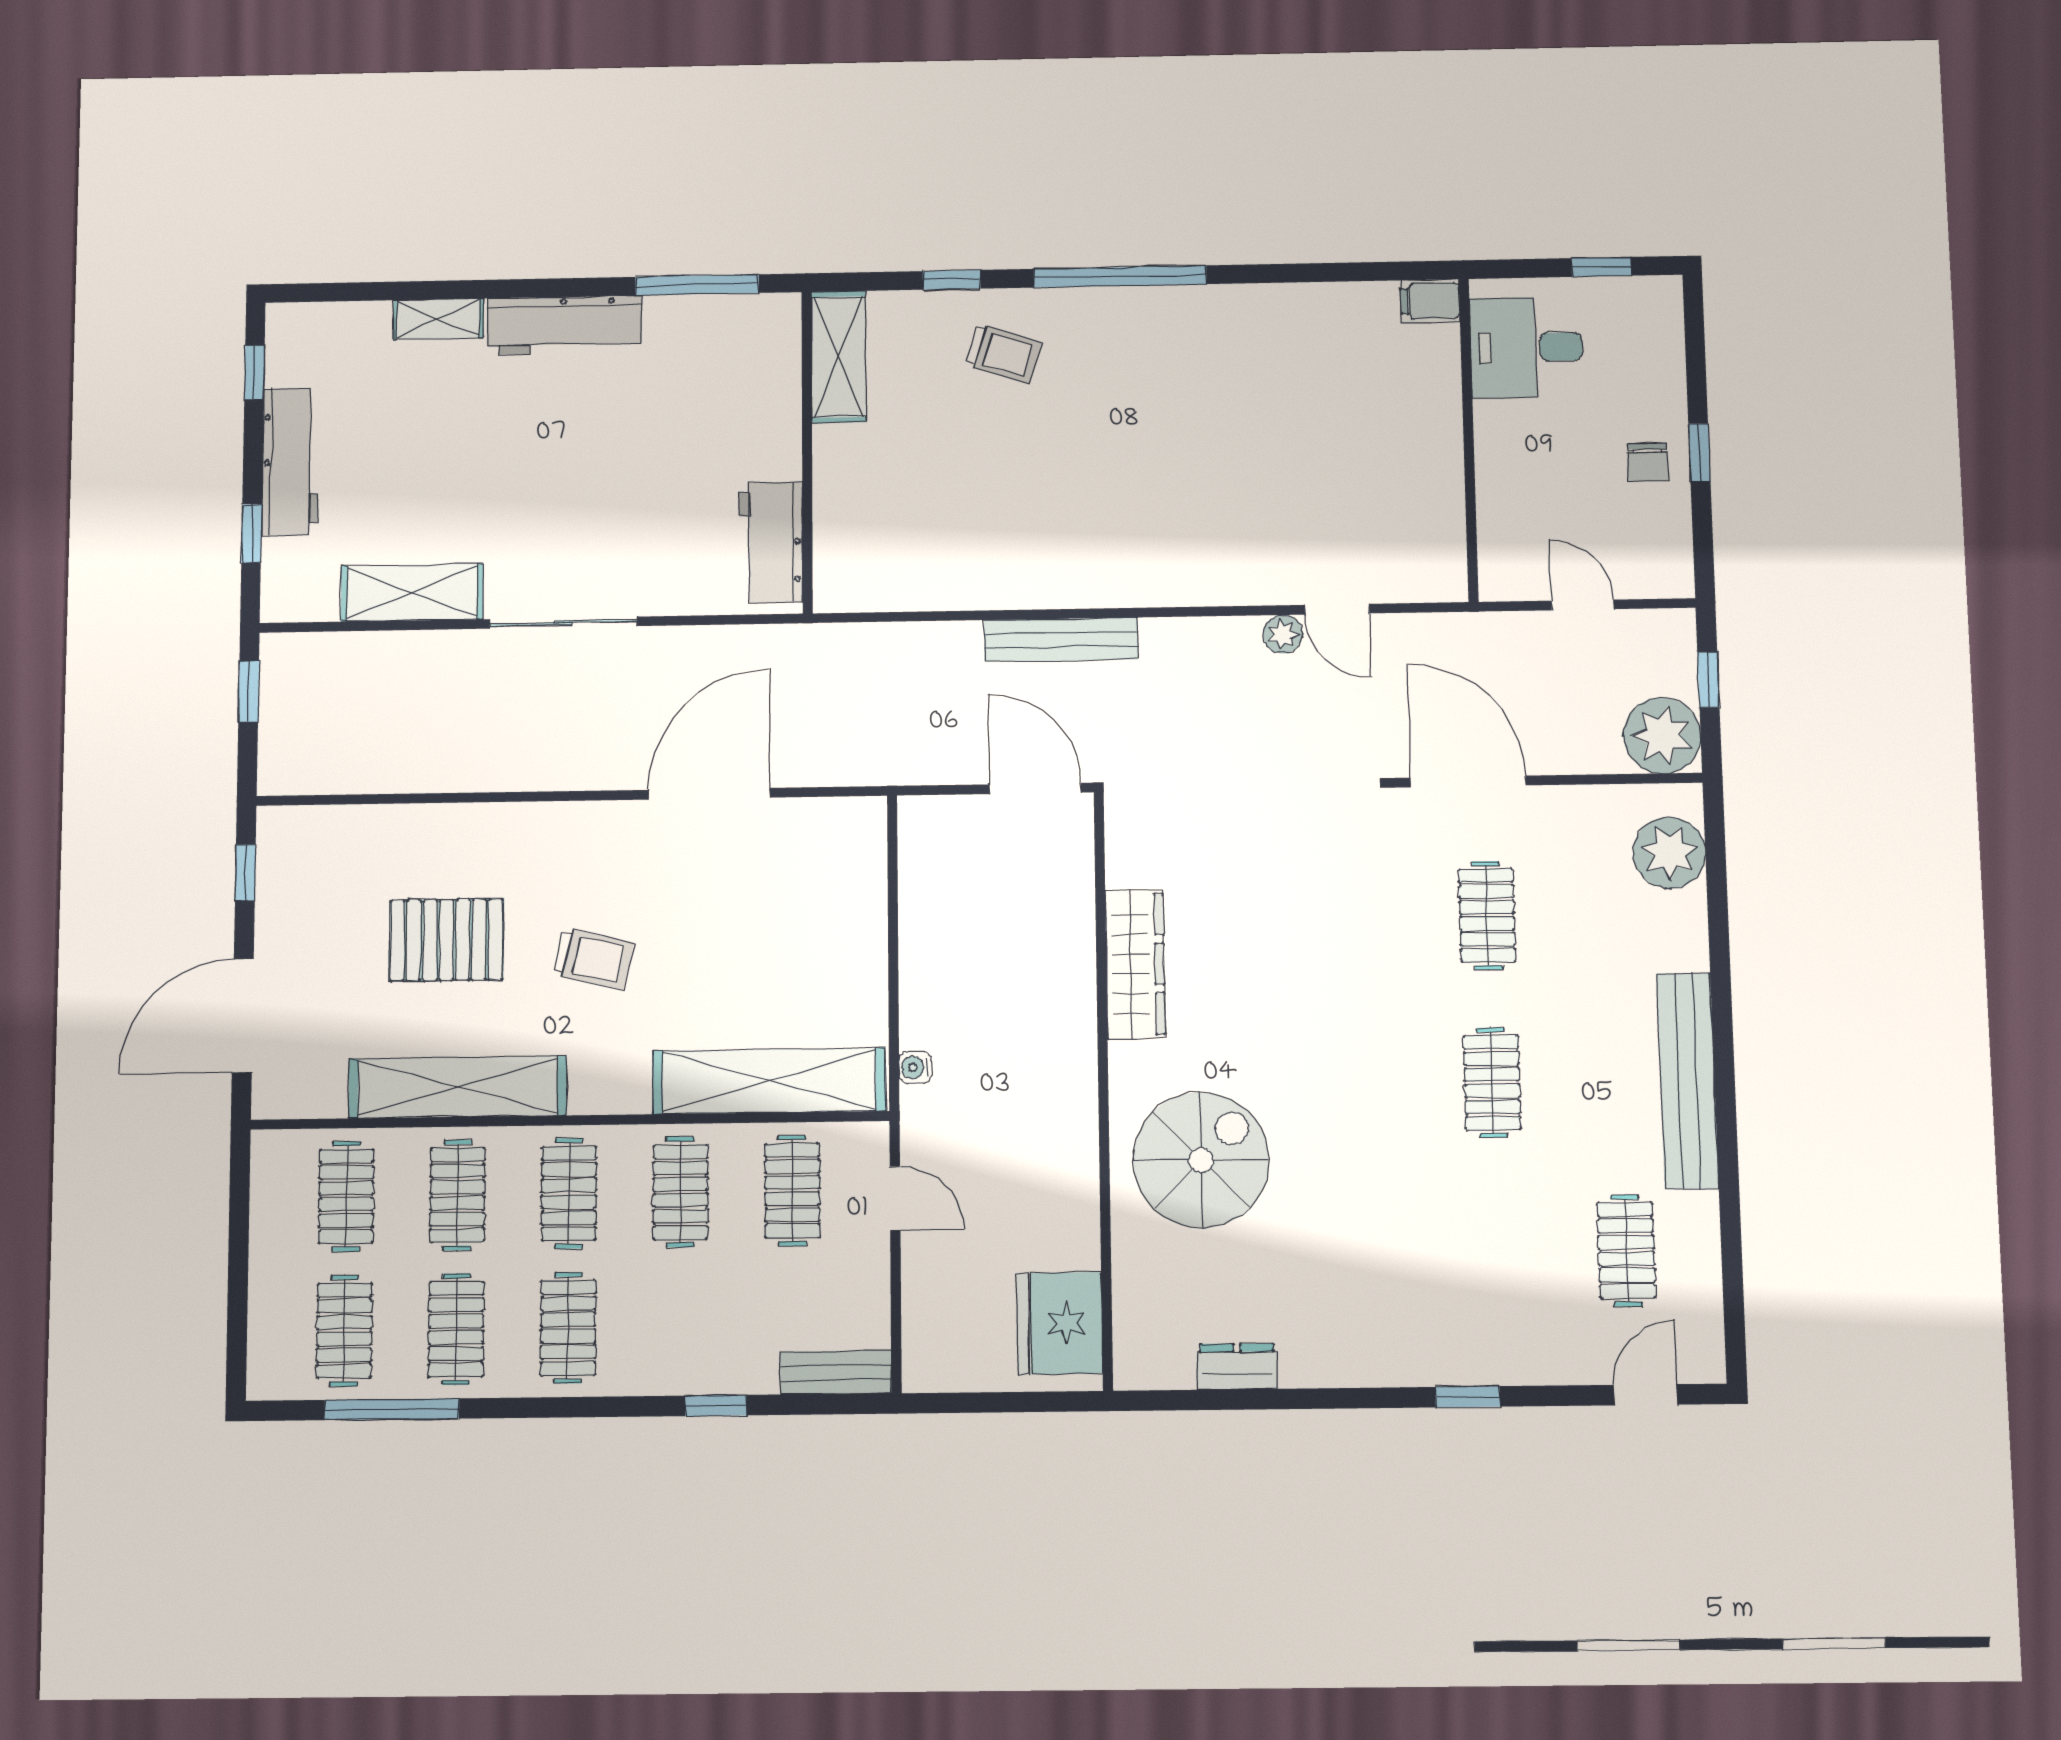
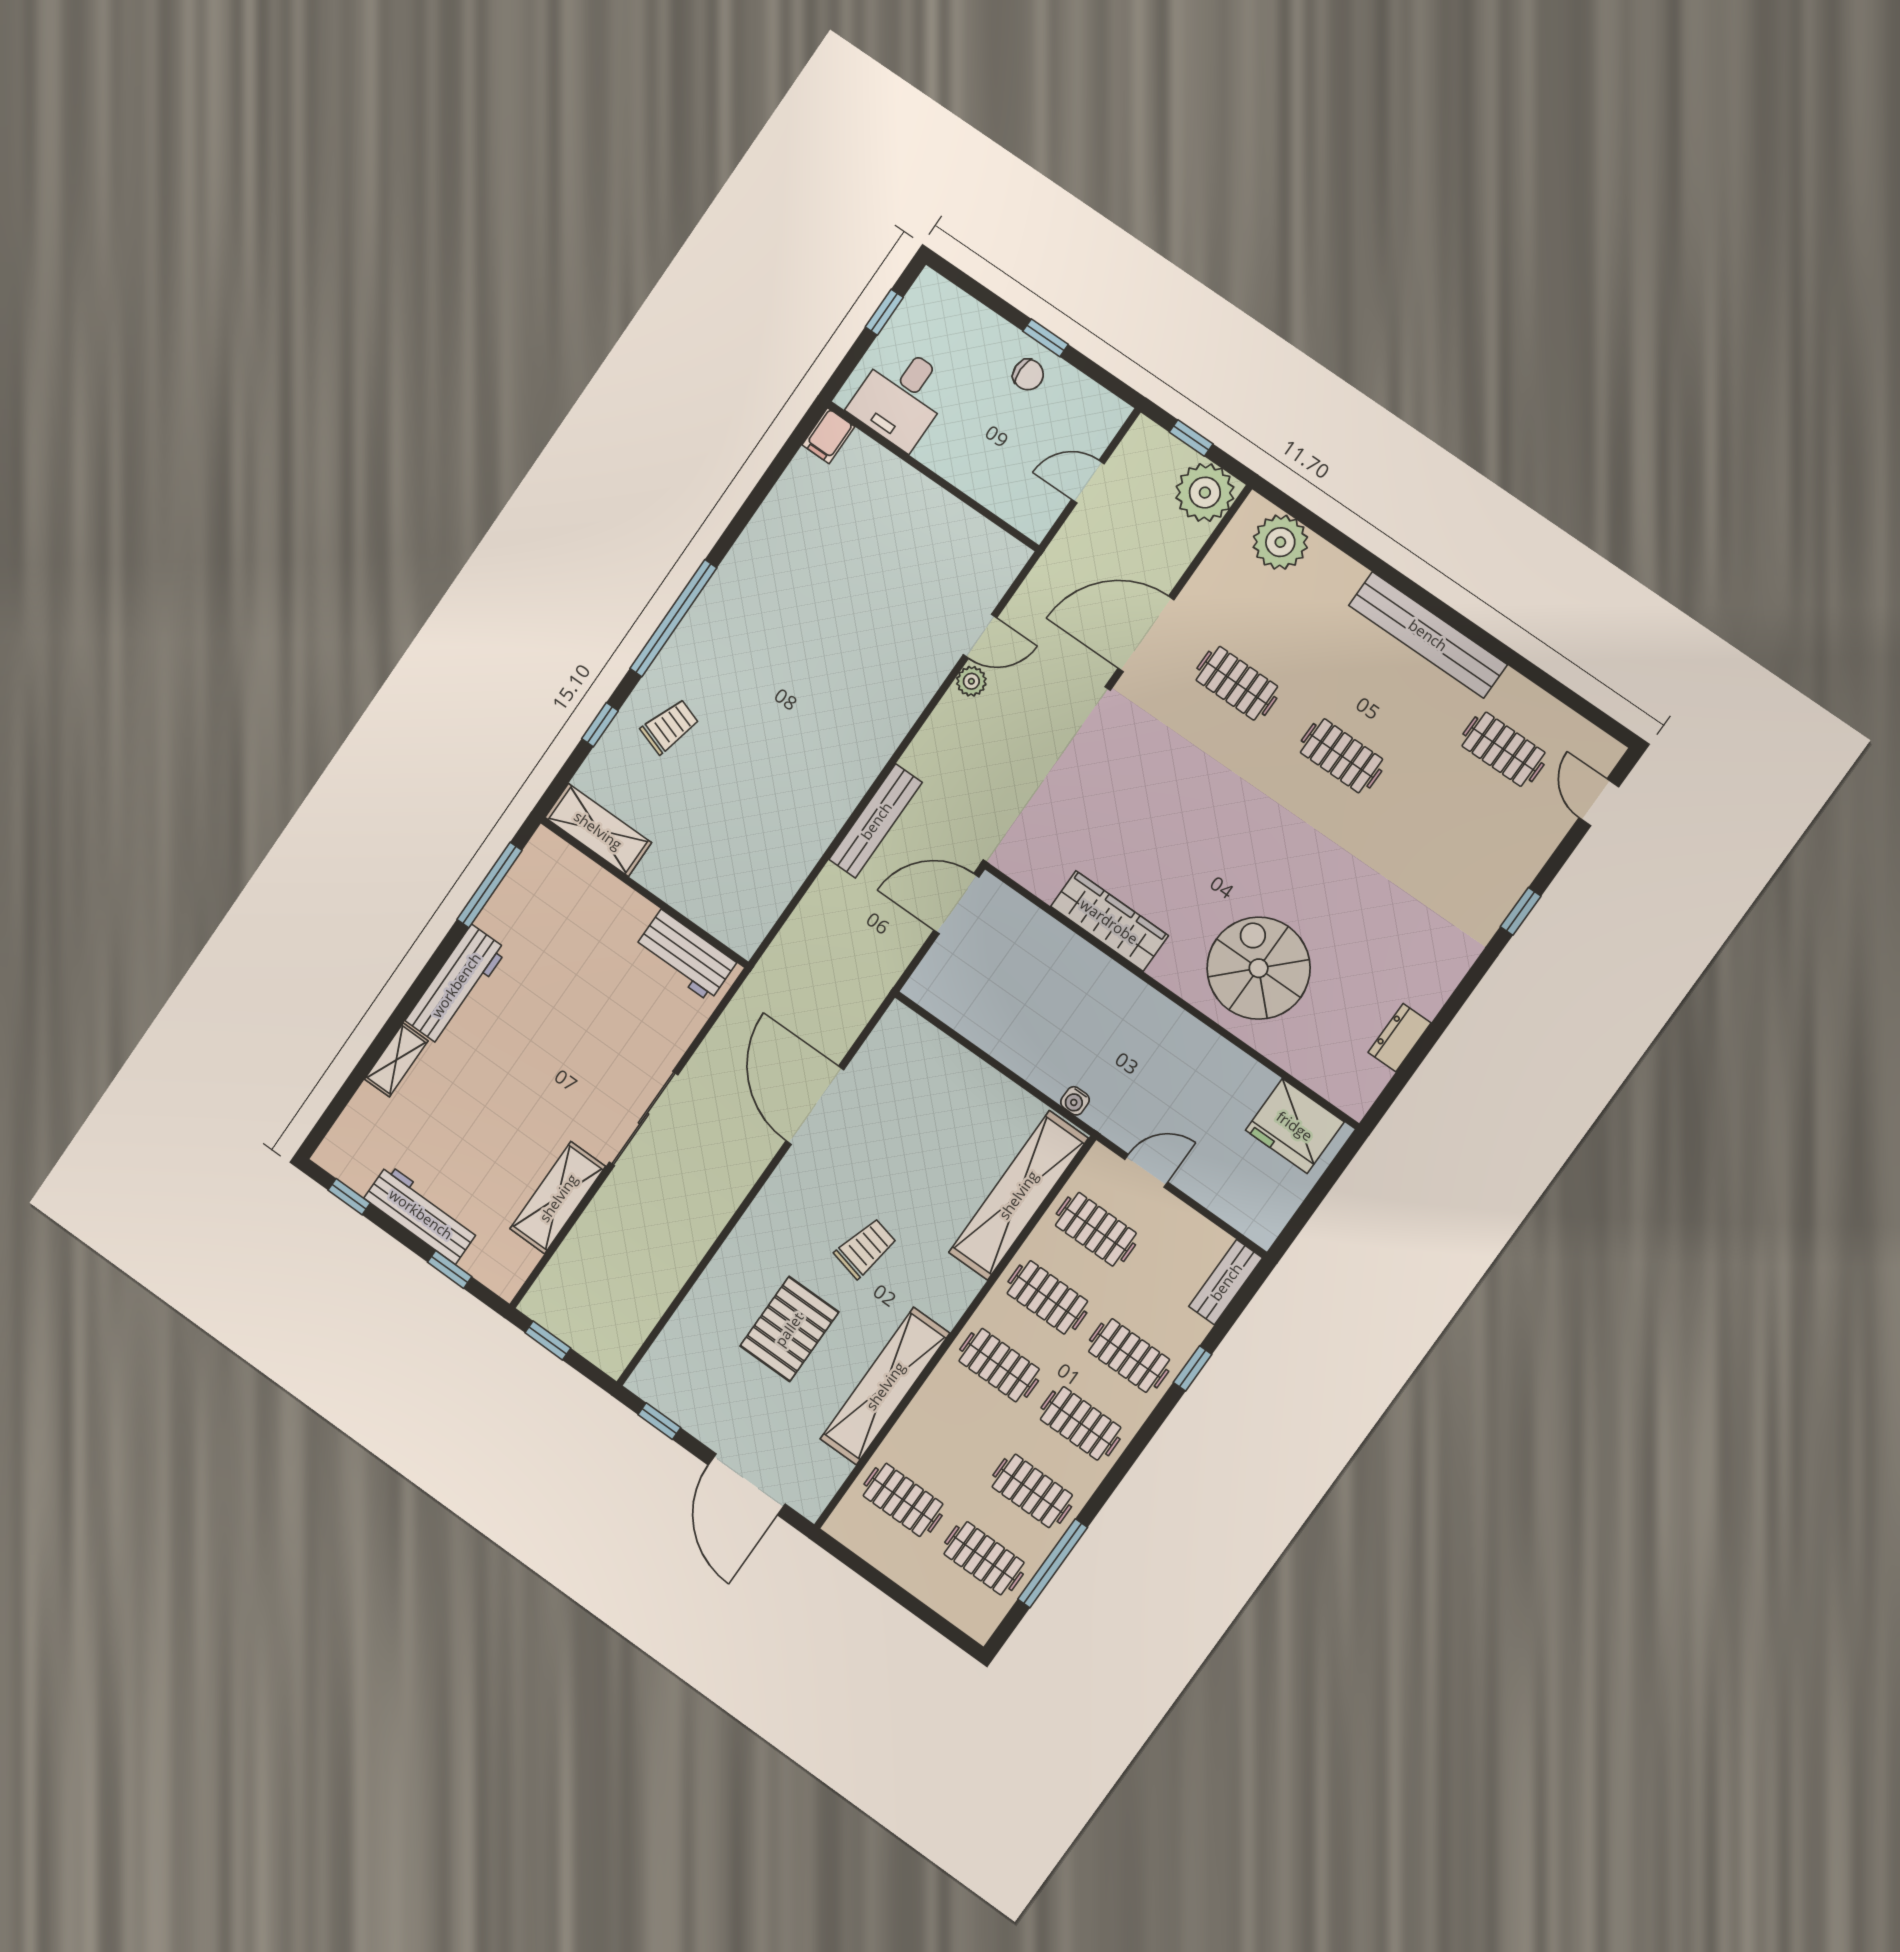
clothes rail: (457, 1195) -> (1129, 1356), moved

